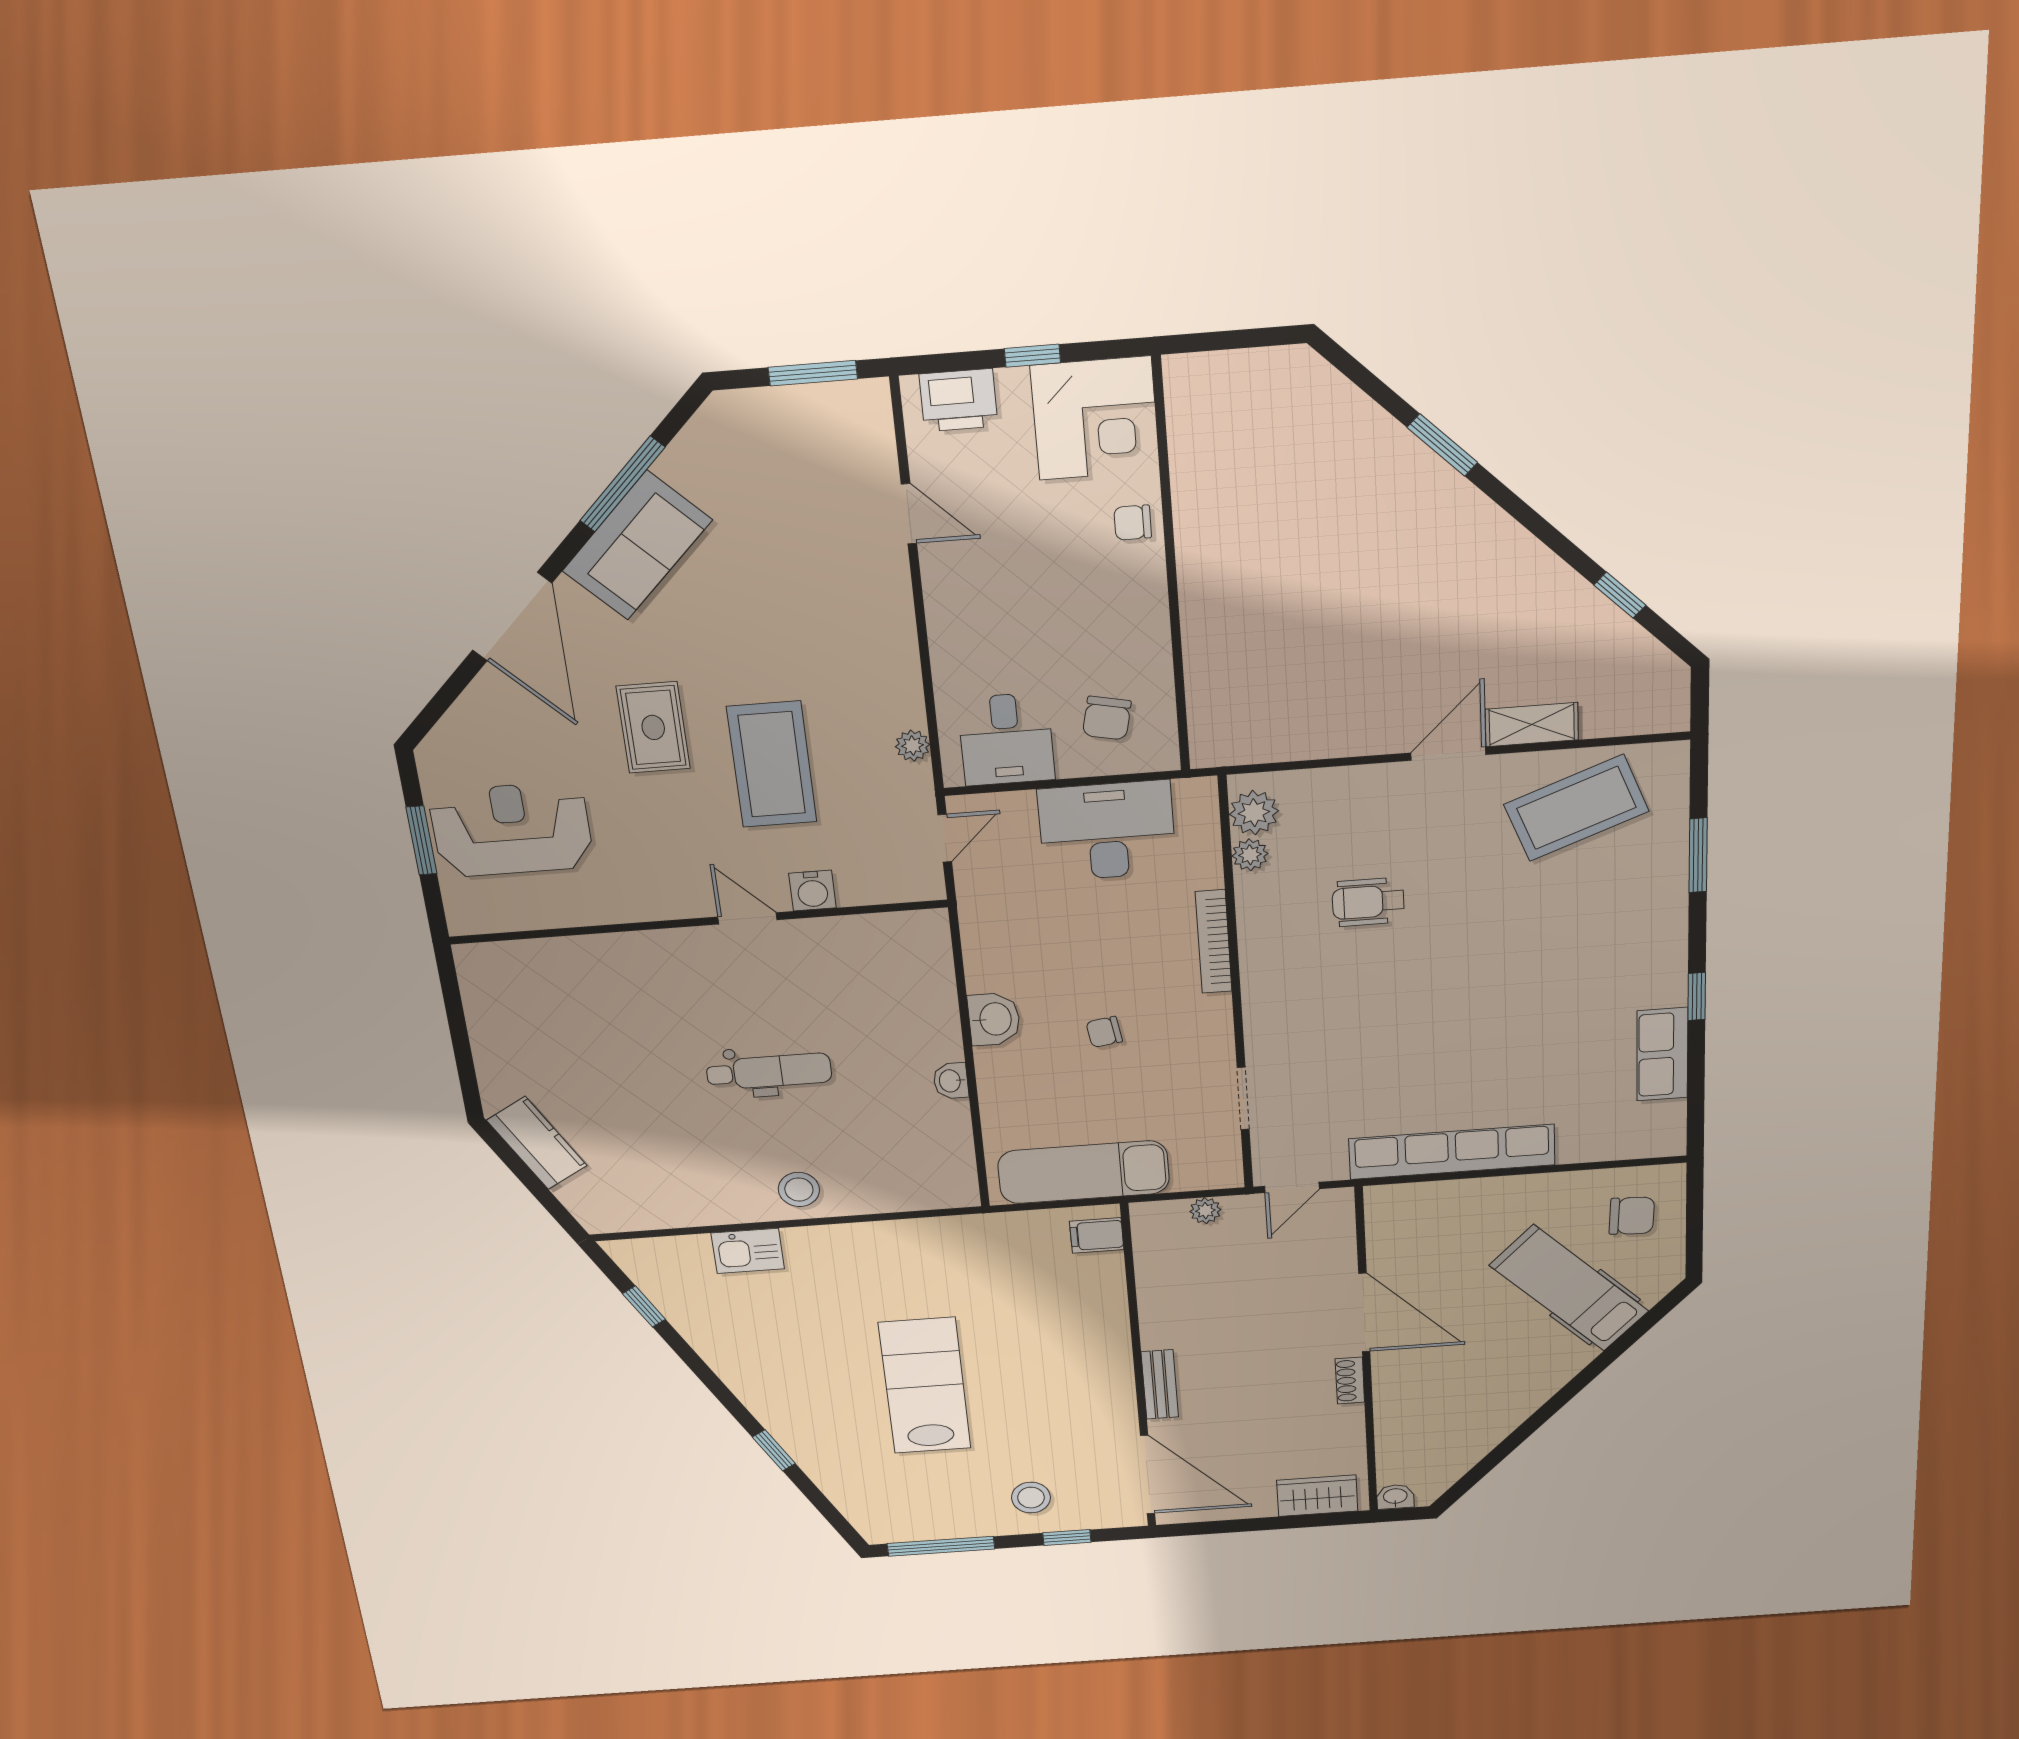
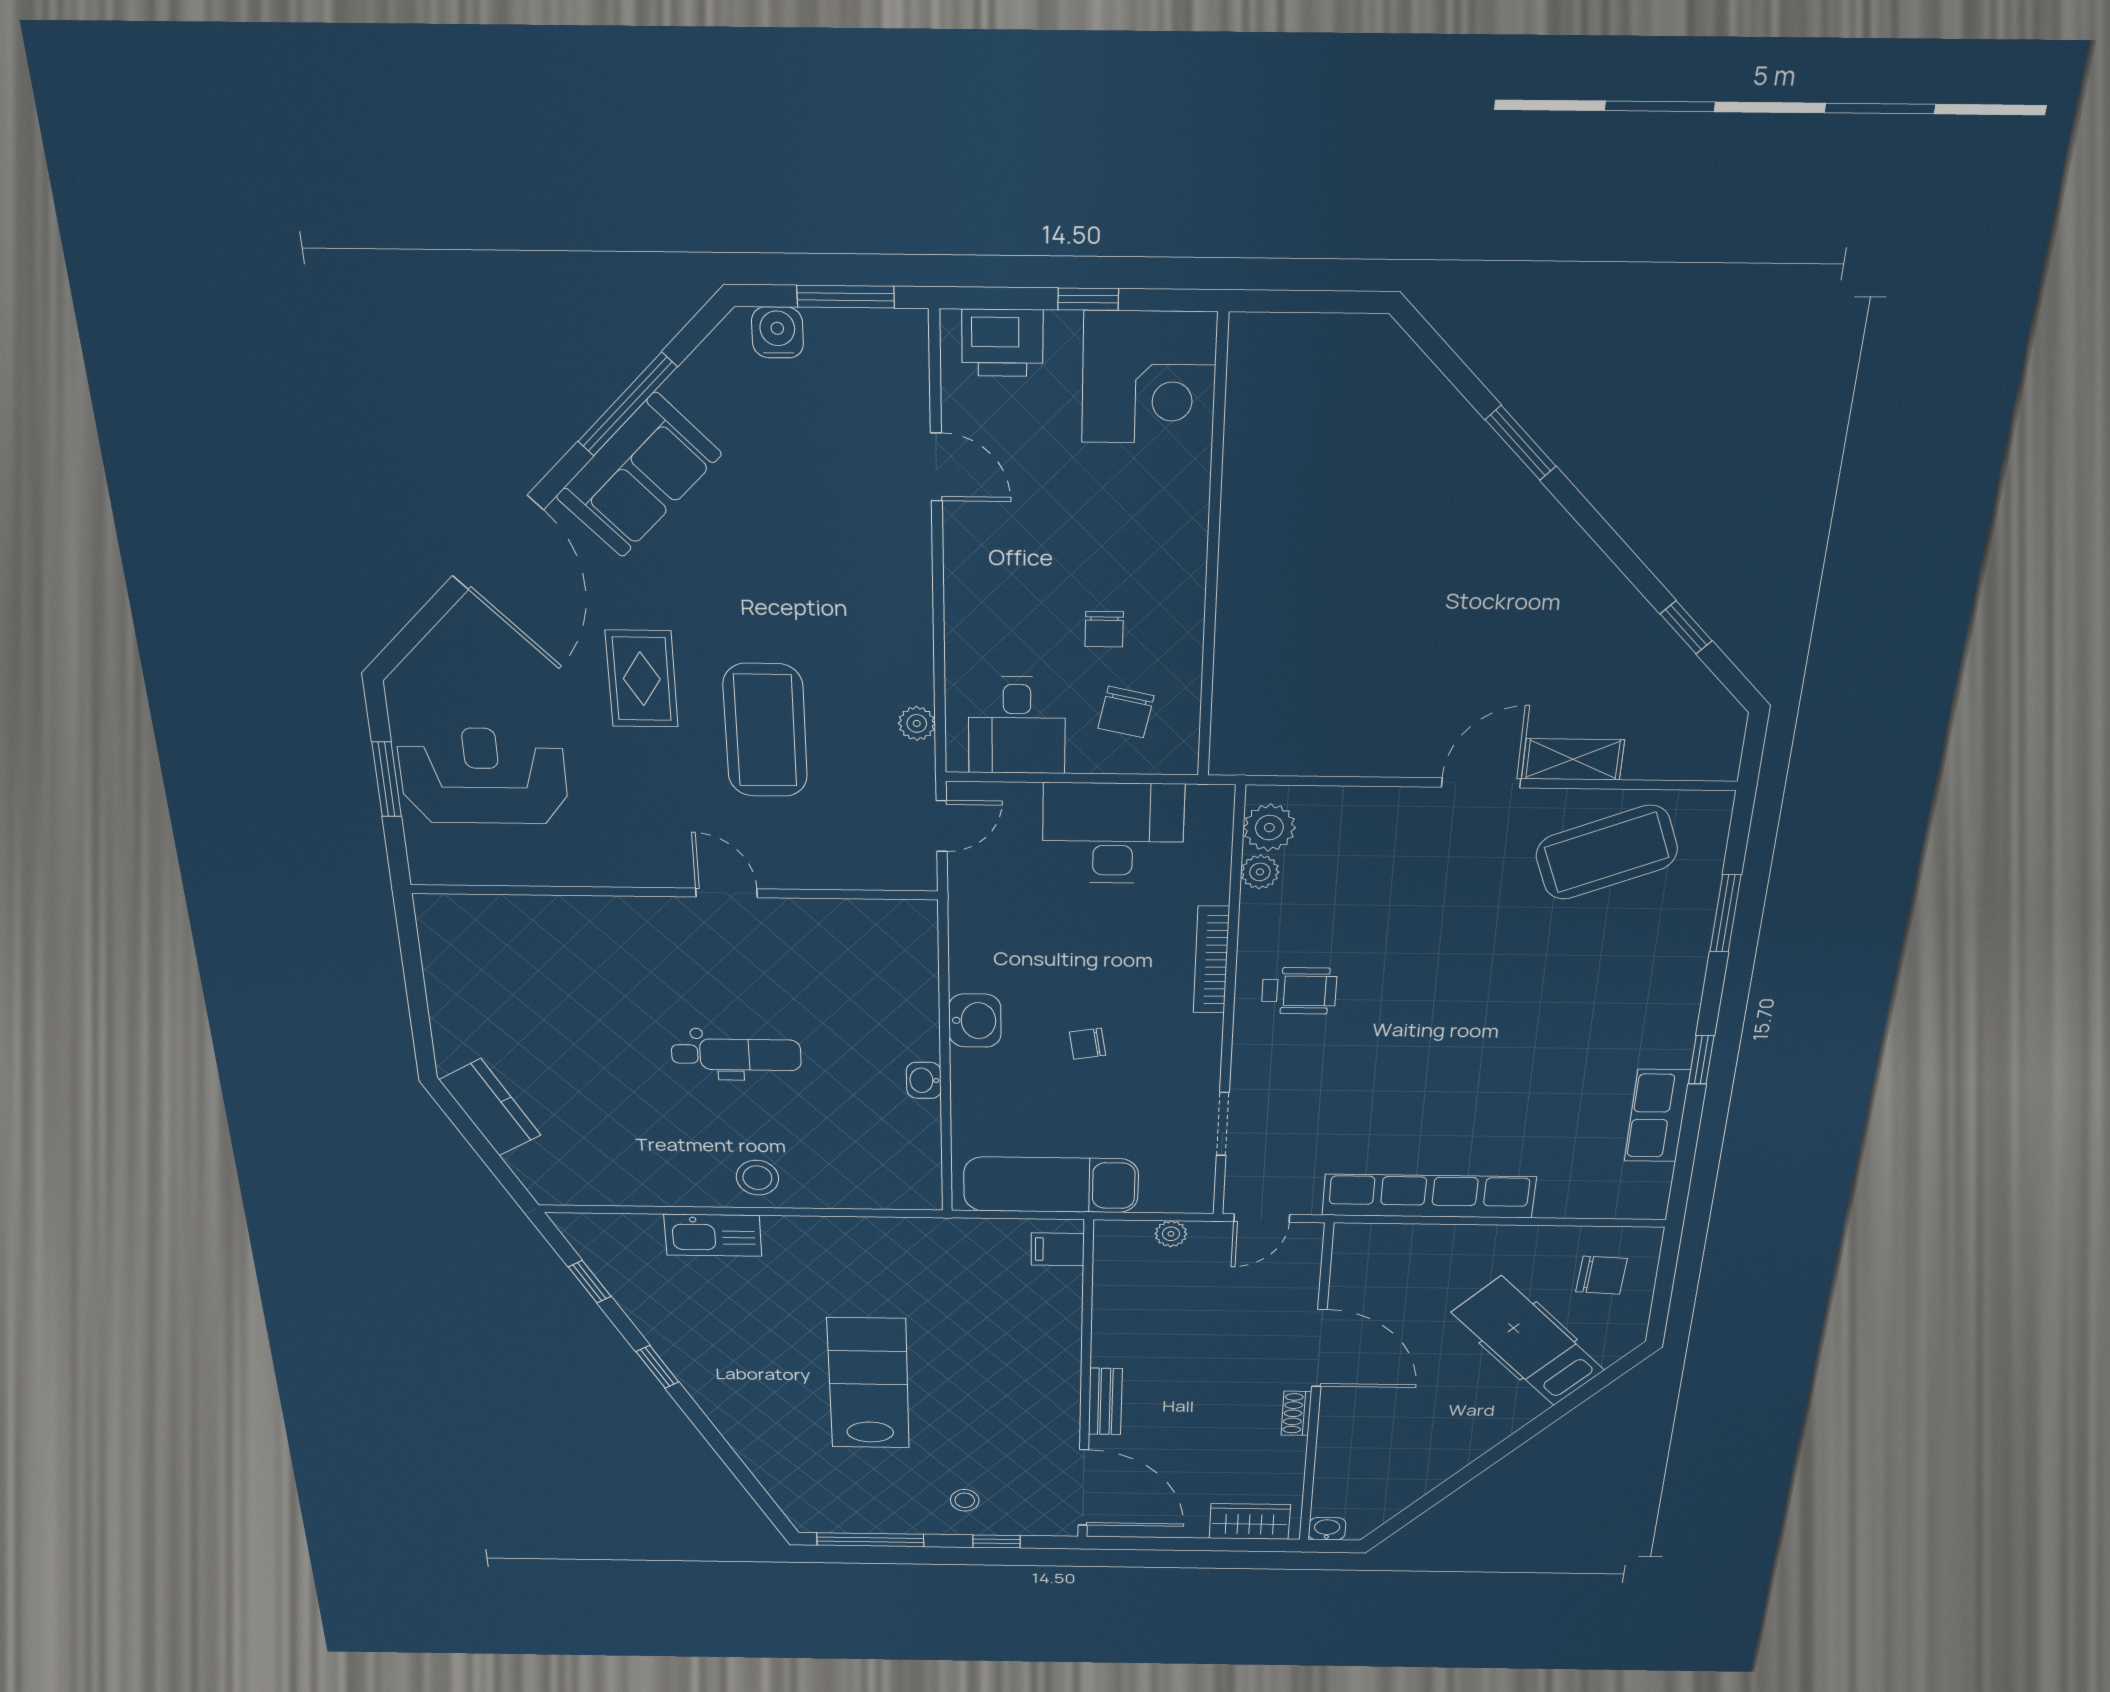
chair: (1133, 523) -> (1104, 629), moved, turned -90
water cooler: (812, 891) -> (777, 332), moved, turned 180
wheelchair: (1368, 902) -> (1299, 991), moved, turned 180
kitchen sink: (748, 1251) -> (713, 1235), width x1.38
window: (774, 1450) -> (657, 1367), moved
stool: (1031, 1498) -> (965, 1500), width x0.73, depth x0.73

